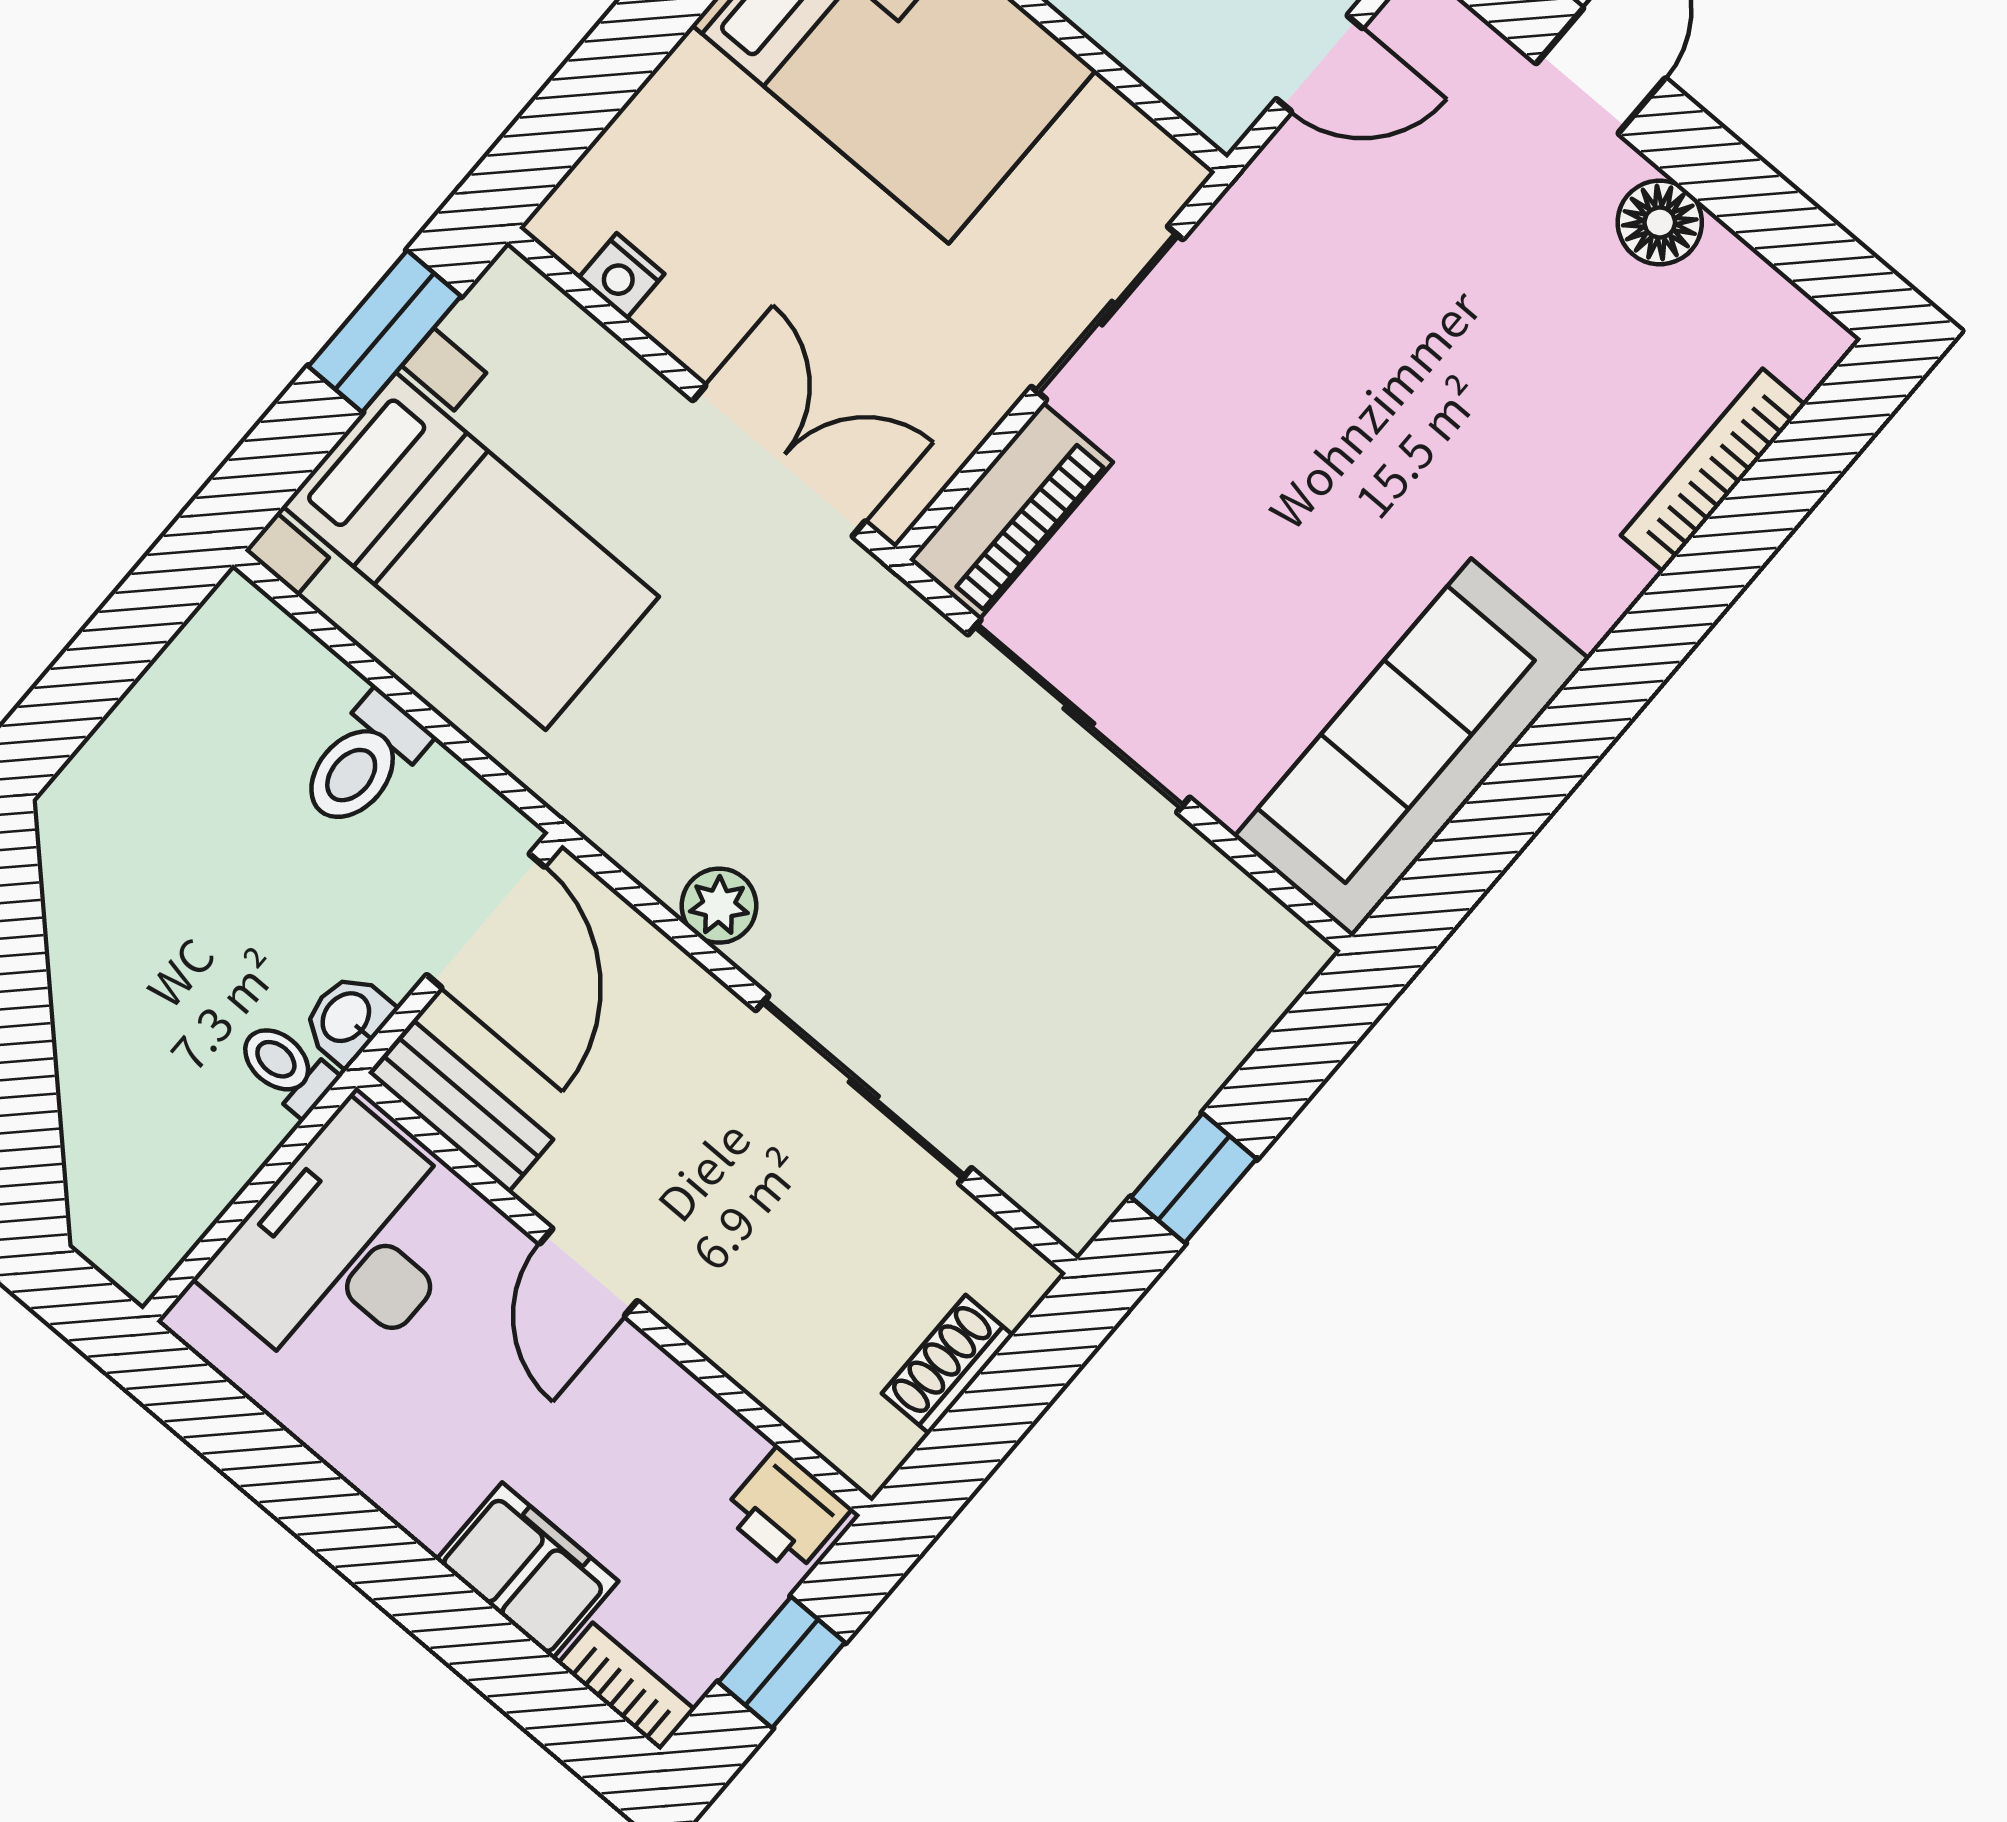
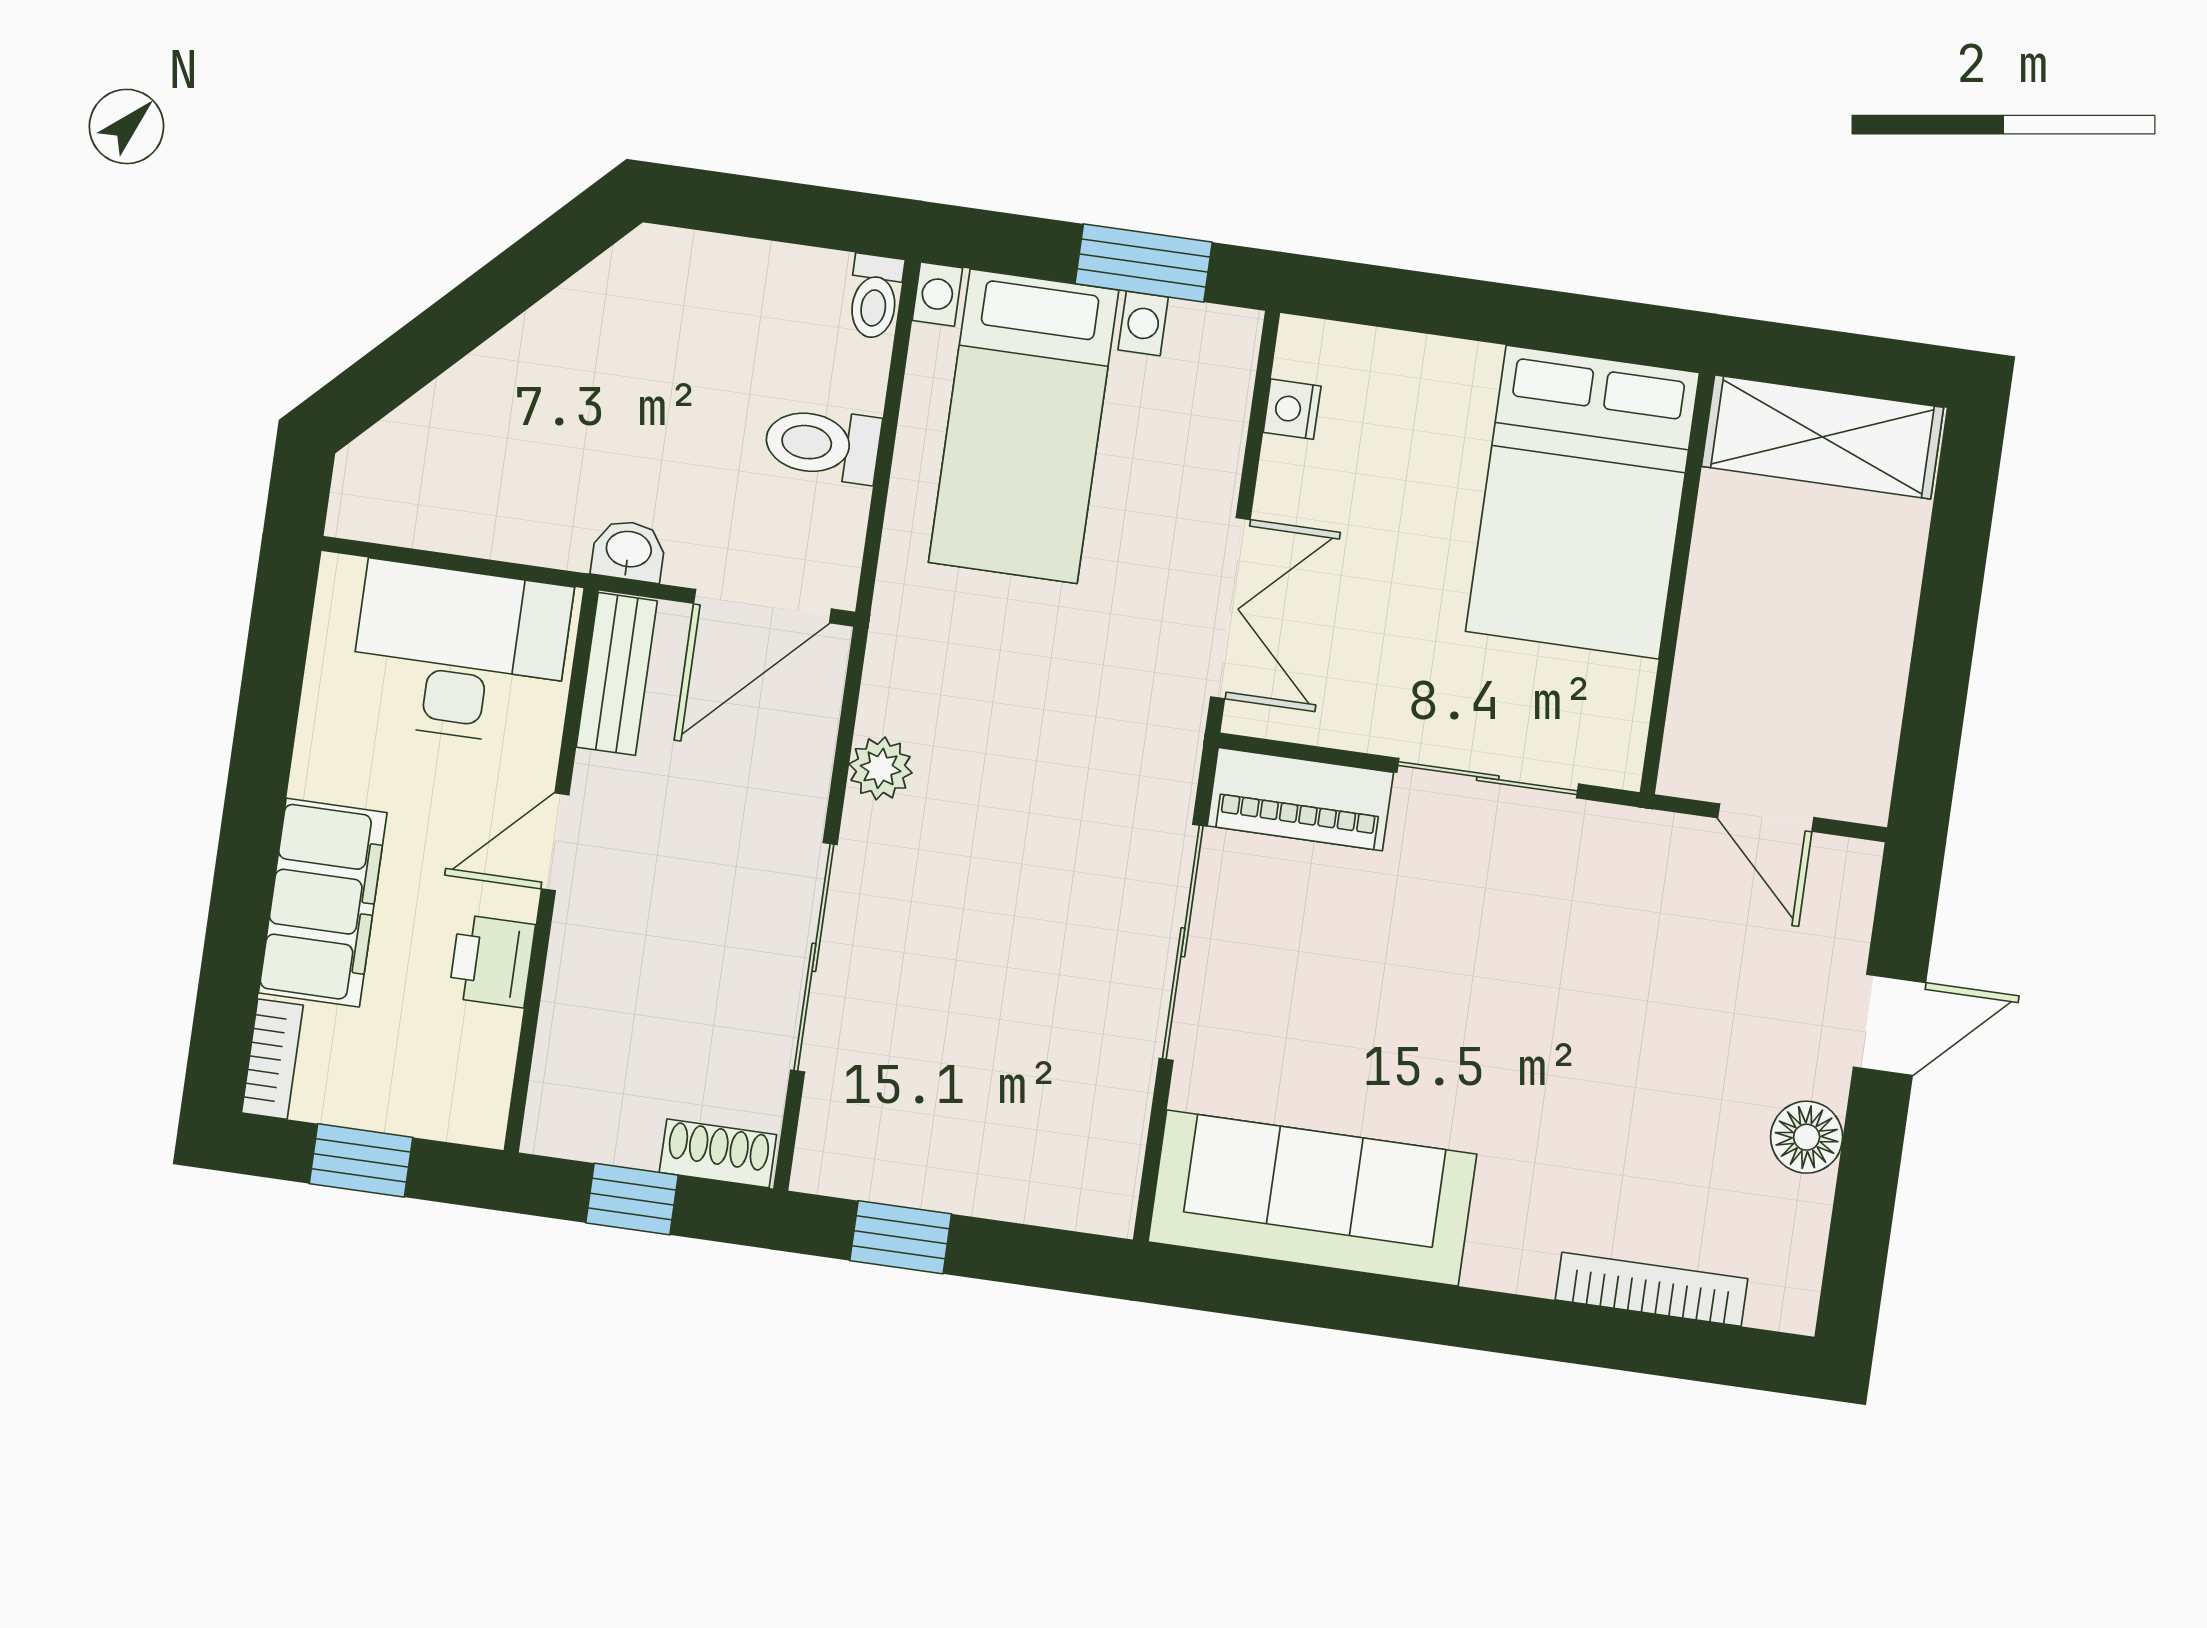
toilet: (286, 1068) -> (875, 297), moved, turned 180
shoe rack: (948, 1364) -> (718, 1153), moved
window: (989, 1419) -> (632, 1199), added
printer: (786, 1511) -> (492, 961), moved
filing cabinet: (527, 1570) -> (323, 903), width x1.50, depth x1.17

